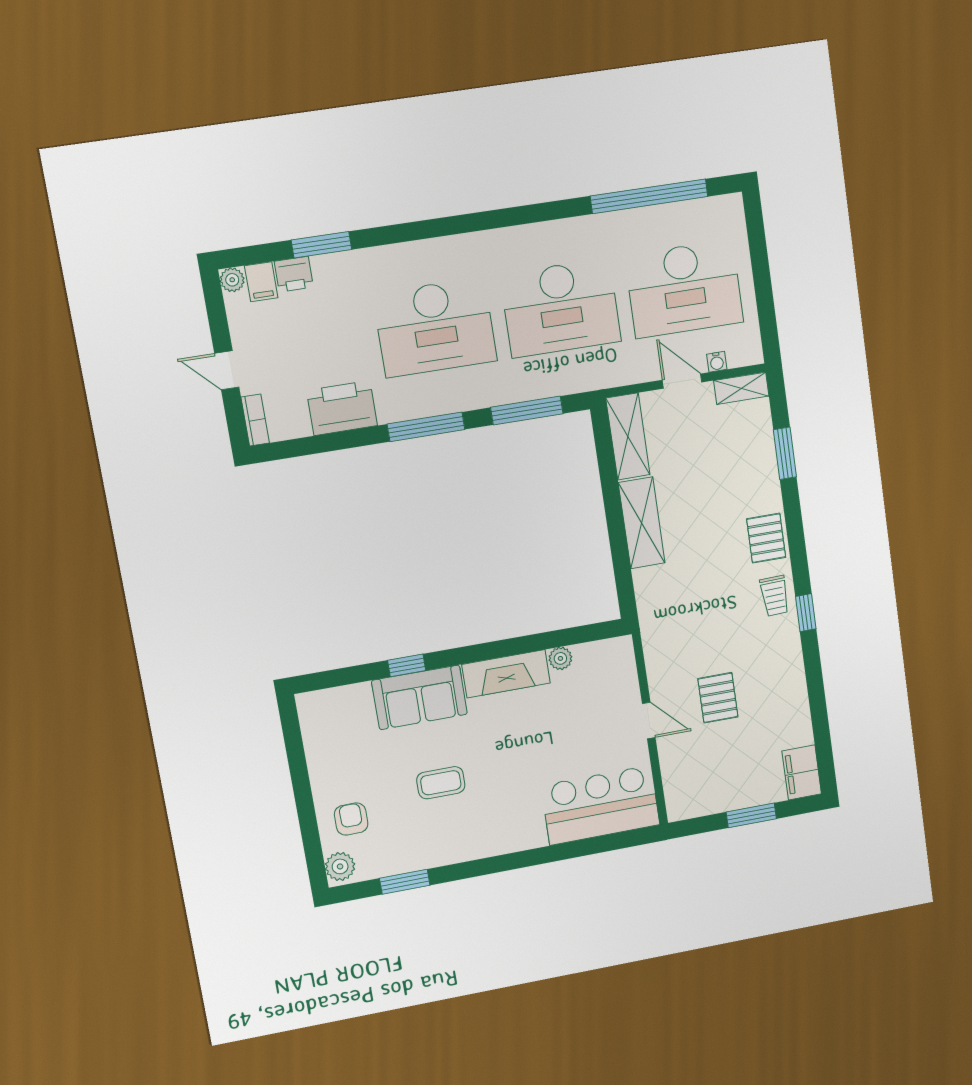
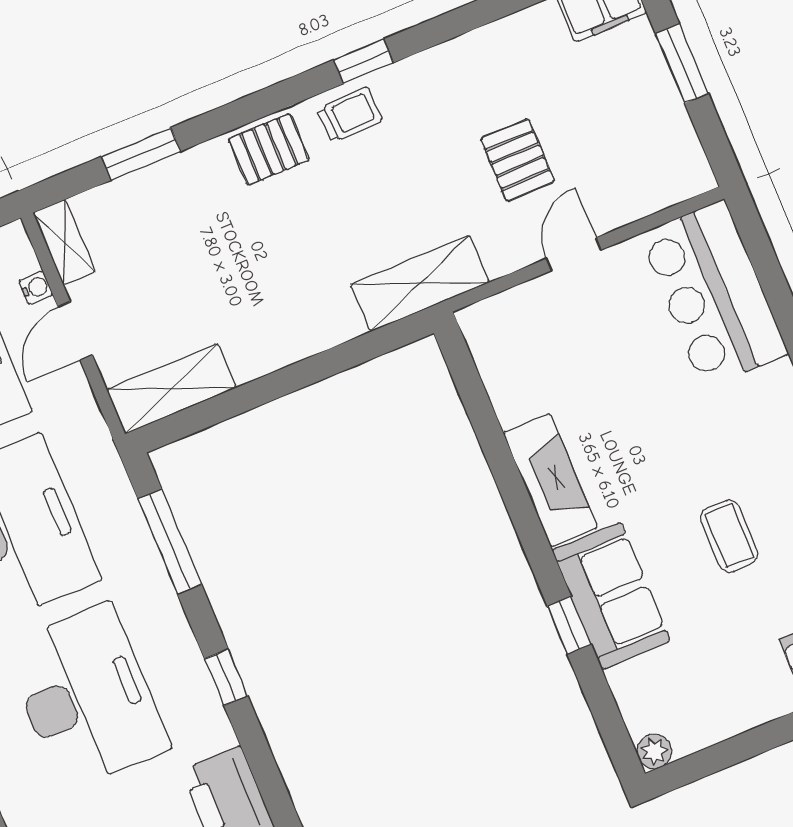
window: (426, 427) -> (226, 677), width x0.46
shelving: (642, 523) -> (420, 283), moved
plant: (560, 658) -> (654, 752), moved
pallet: (718, 698) -> (518, 160), turned 90

